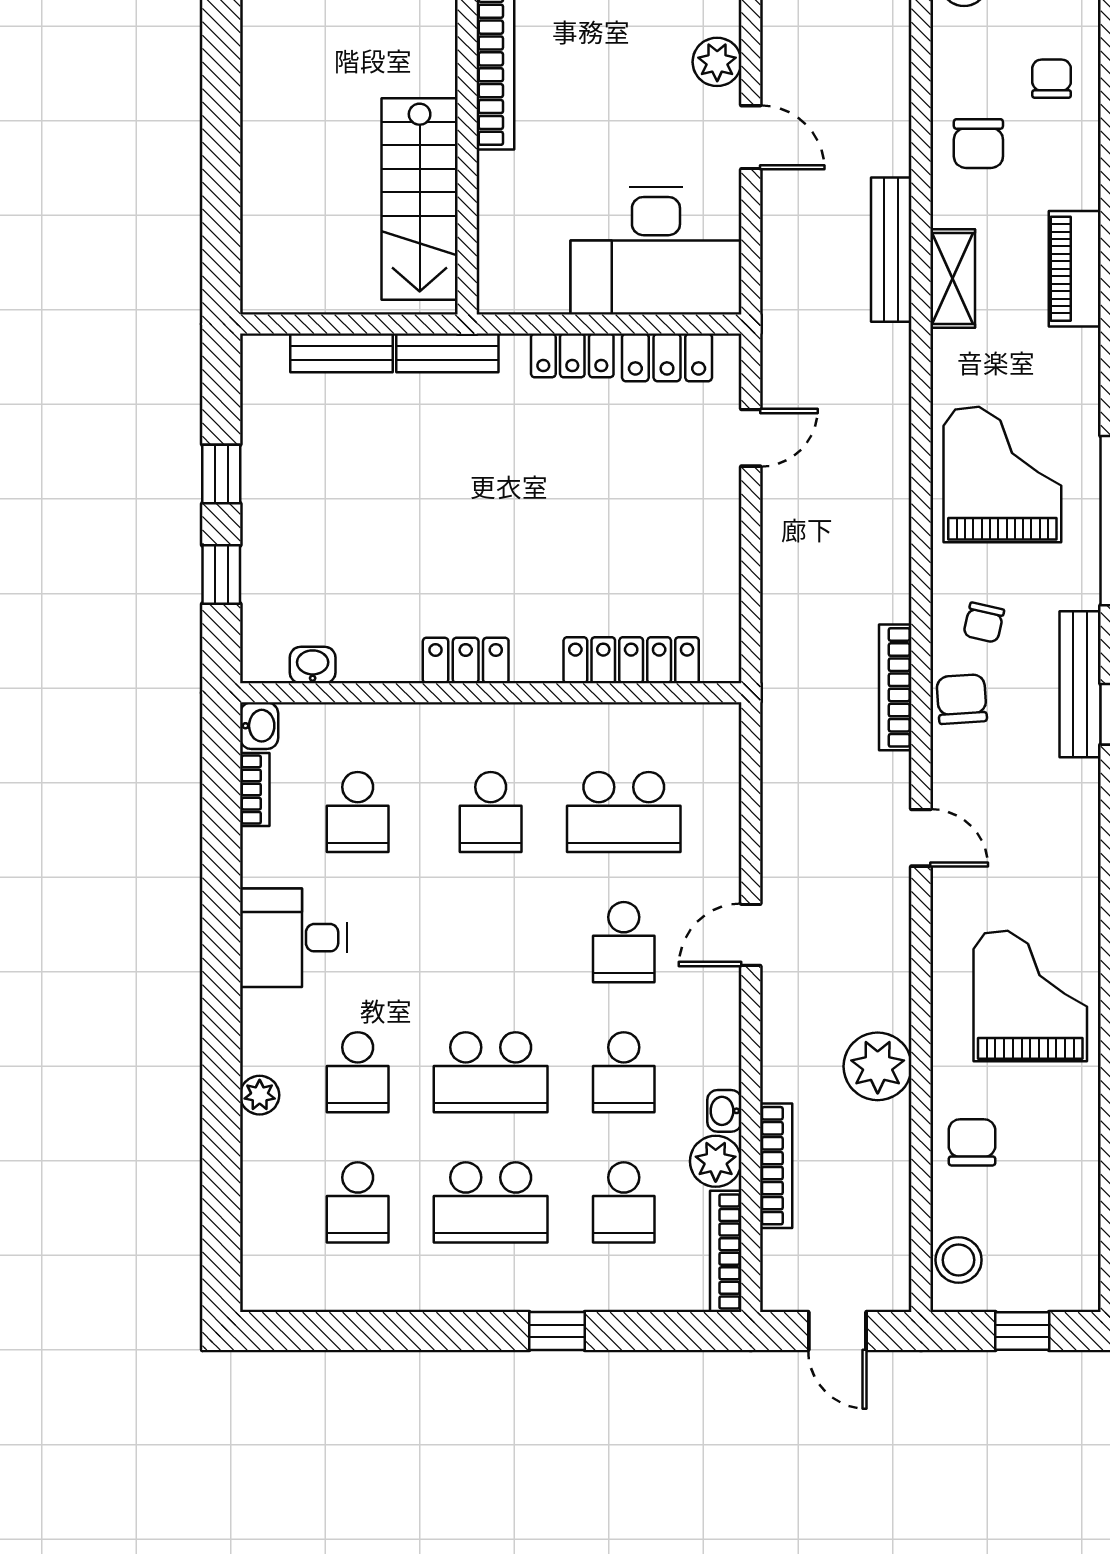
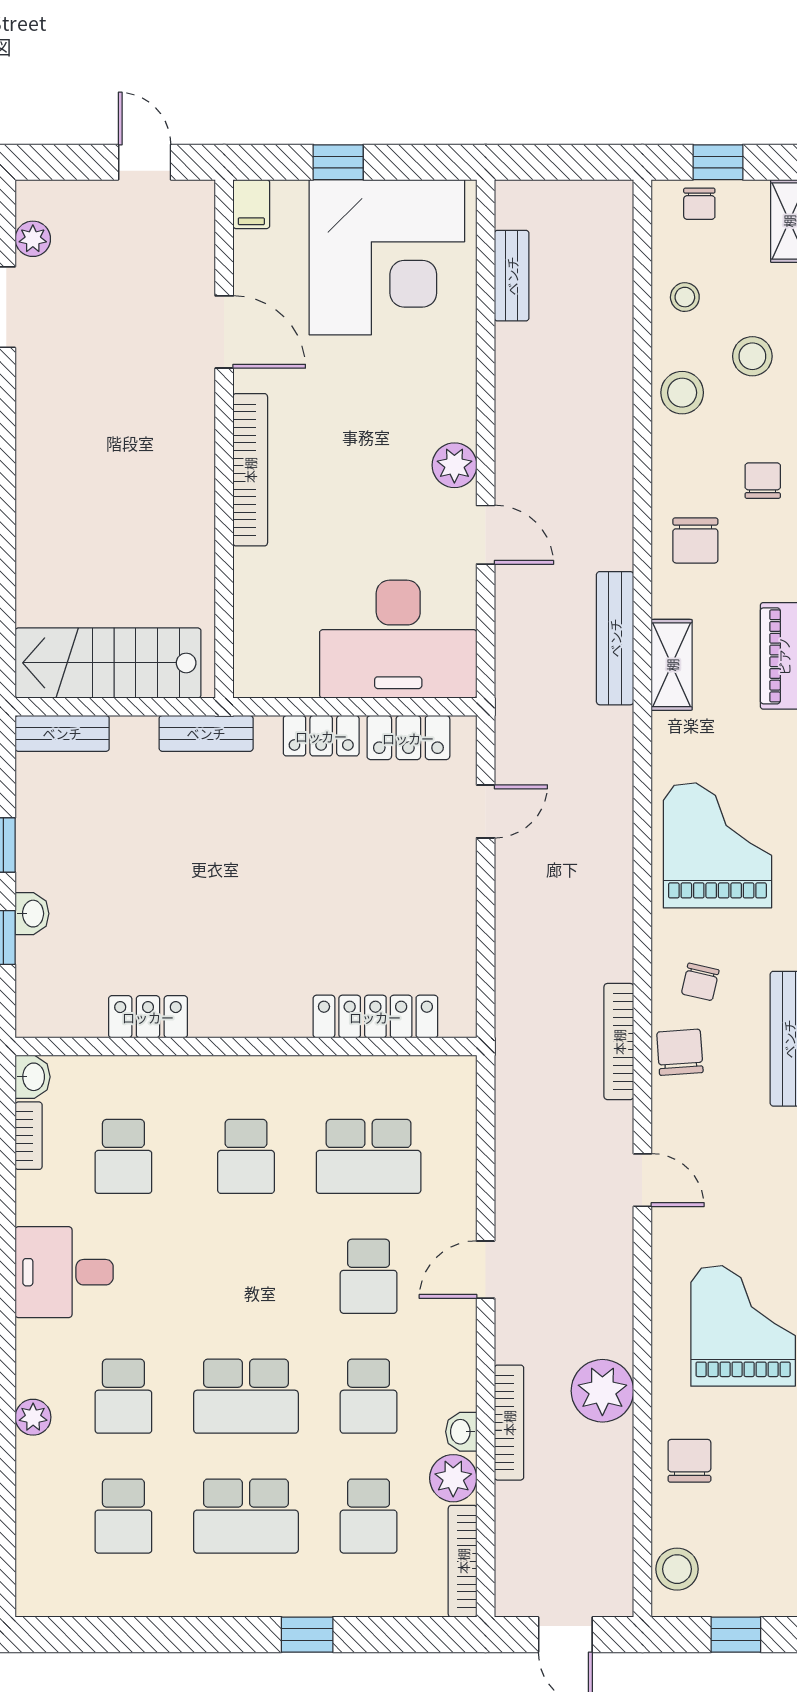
stairs: (420, 199) -> (108, 663), moved, turned 90
bench: (342, 353) -> (62, 733), moved
locker: (466, 660) -> (148, 1017), moved
washbasin: (313, 665) -> (32, 914), moved, turned 90
bookcase: (776, 1166) -> (509, 1423), moved

